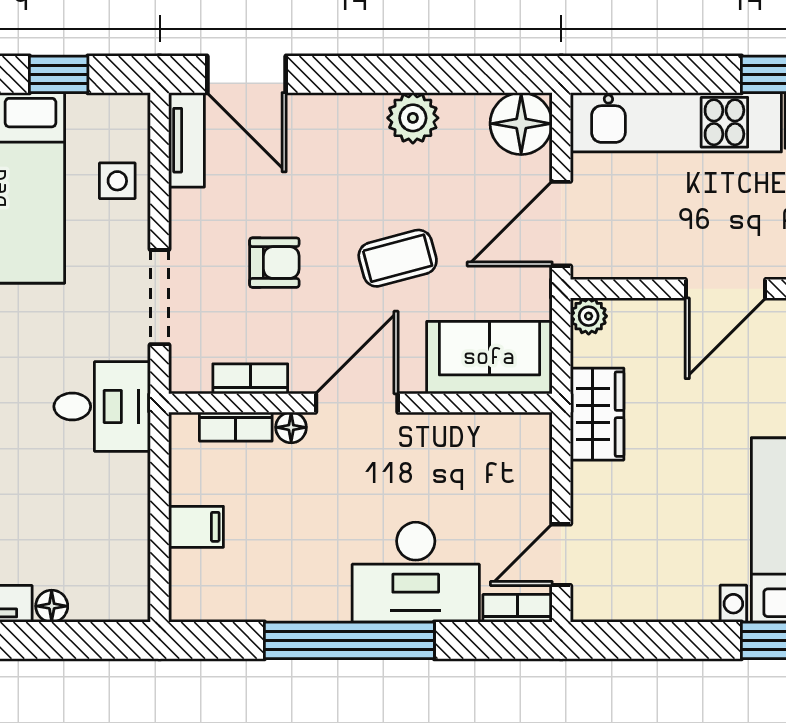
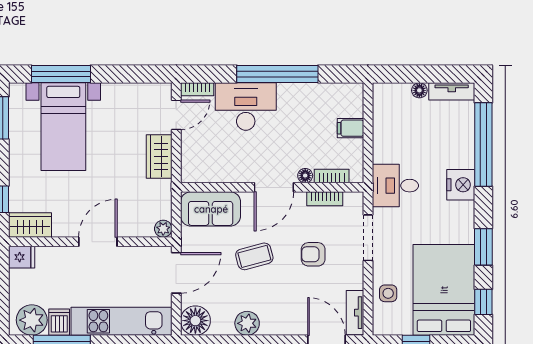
wardrobe: (597, 414) -> (159, 157), moved

